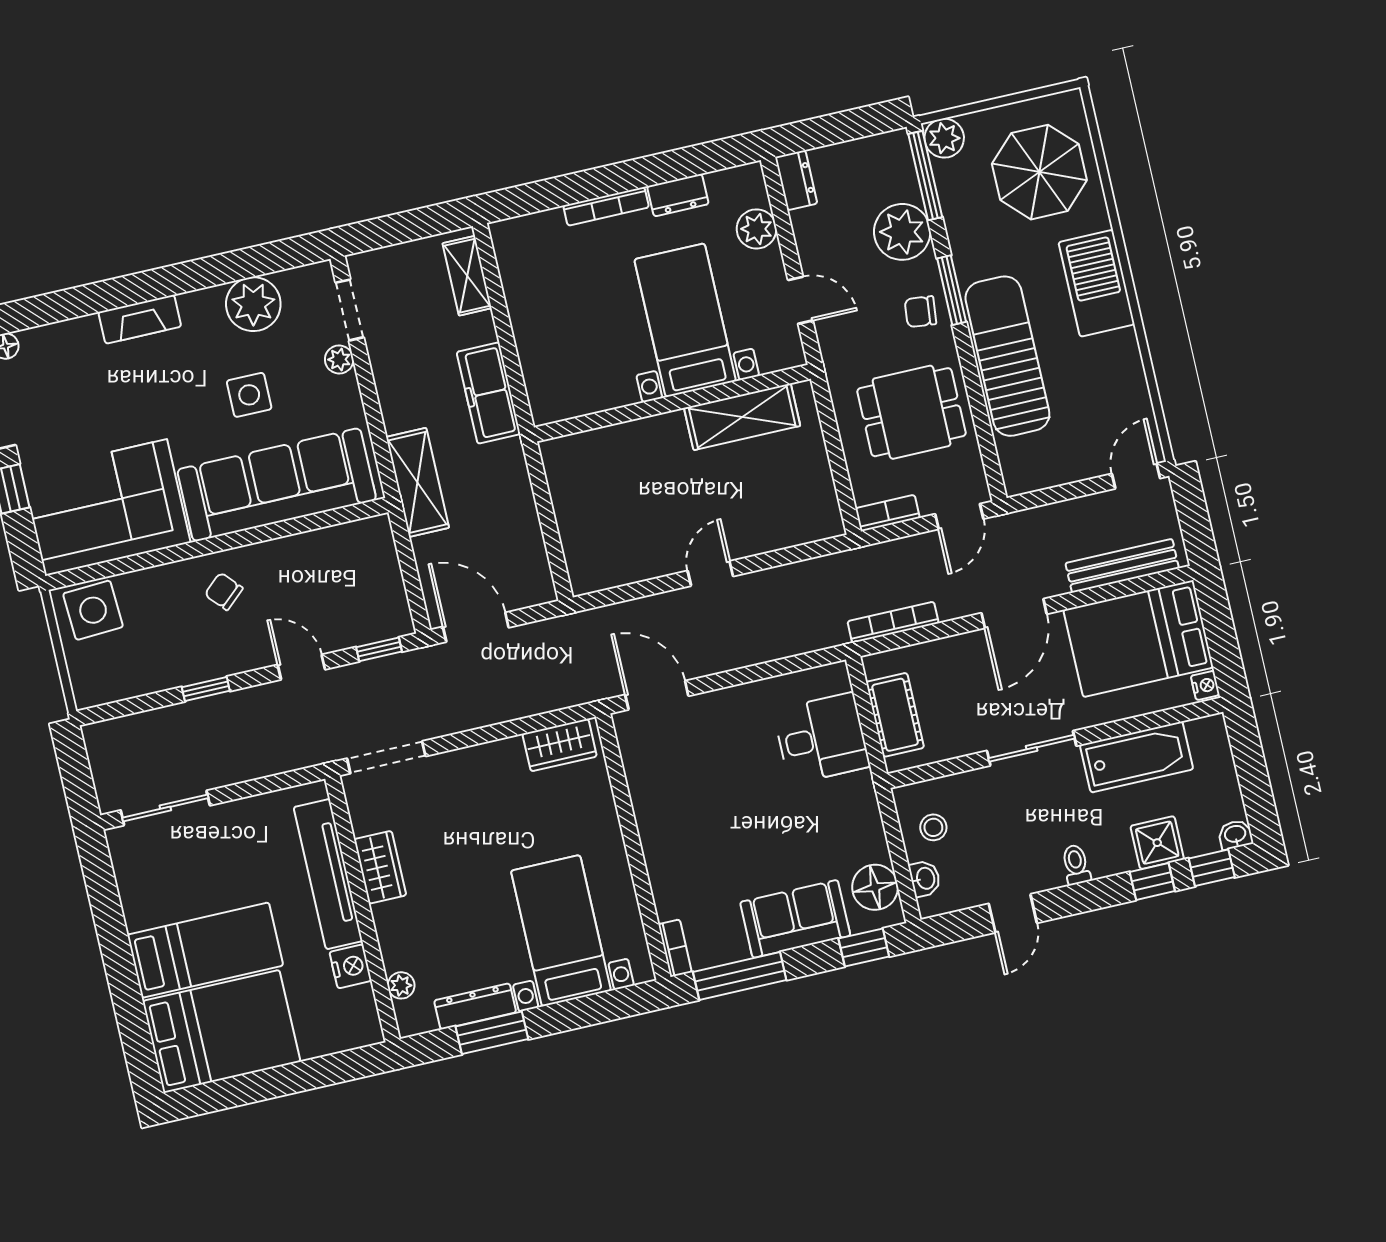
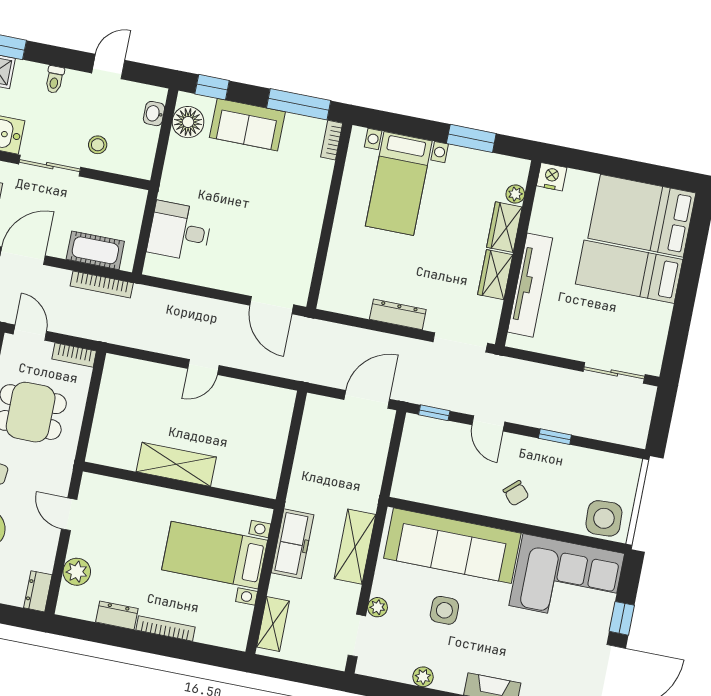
plant: (253, 304) -> (423, 677), width x0.53, depth x0.53
bed with nightstands: (685, 320) -> (215, 555), moved, turned 90
shelving: (742, 417) -> (176, 464), moved
shelving: (418, 482) -> (355, 547), moved
door: (959, 516) -> (30, 333), hinge flipped
door: (476, 627) -> (367, 399), swing flipped
cot: (895, 715) -> (95, 250), moved, turned 90
wardrobe: (560, 745) -> (504, 227), moved, turned -90
stool: (933, 827) -> (98, 145), moved
nightstand: (351, 966) -> (552, 177), moved, turned 90
dresser: (475, 1006) -> (398, 314), moved, turned 180

